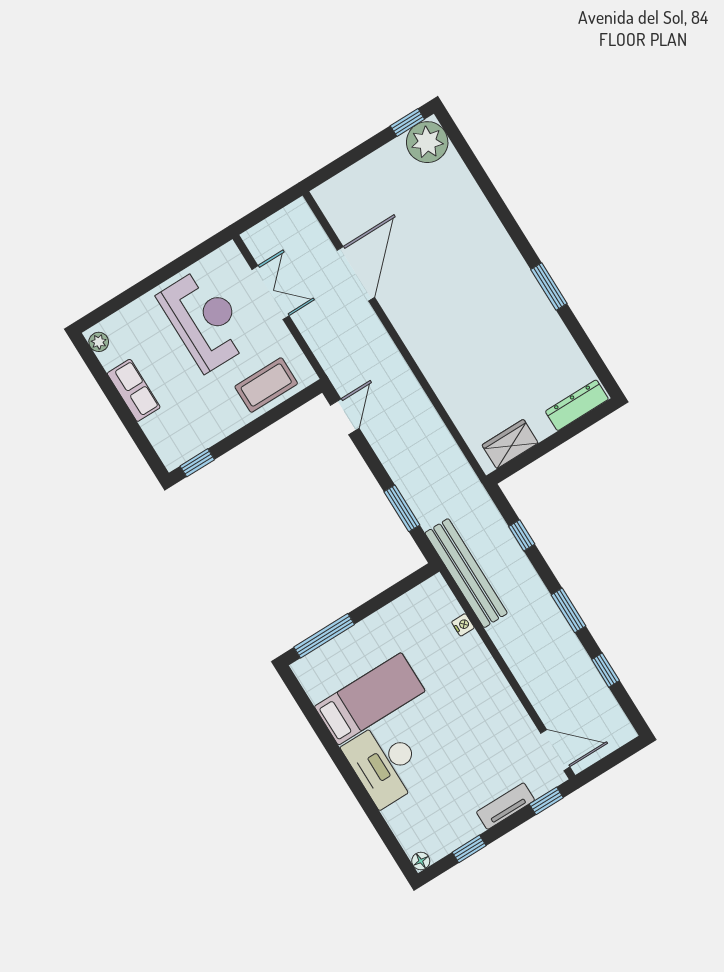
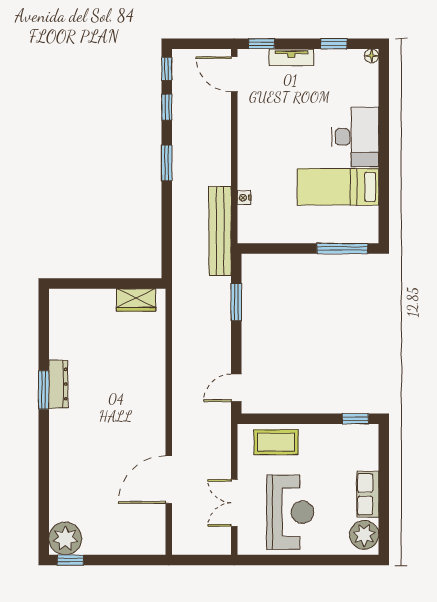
reception desk: (204, 320) -> (290, 512), turned 180
plant: (99, 342) -> (364, 535), width x1.87, depth x1.87
dresser: (577, 405) -> (58, 384), moved, turned -90
window: (522, 535) -> (167, 69), moved

